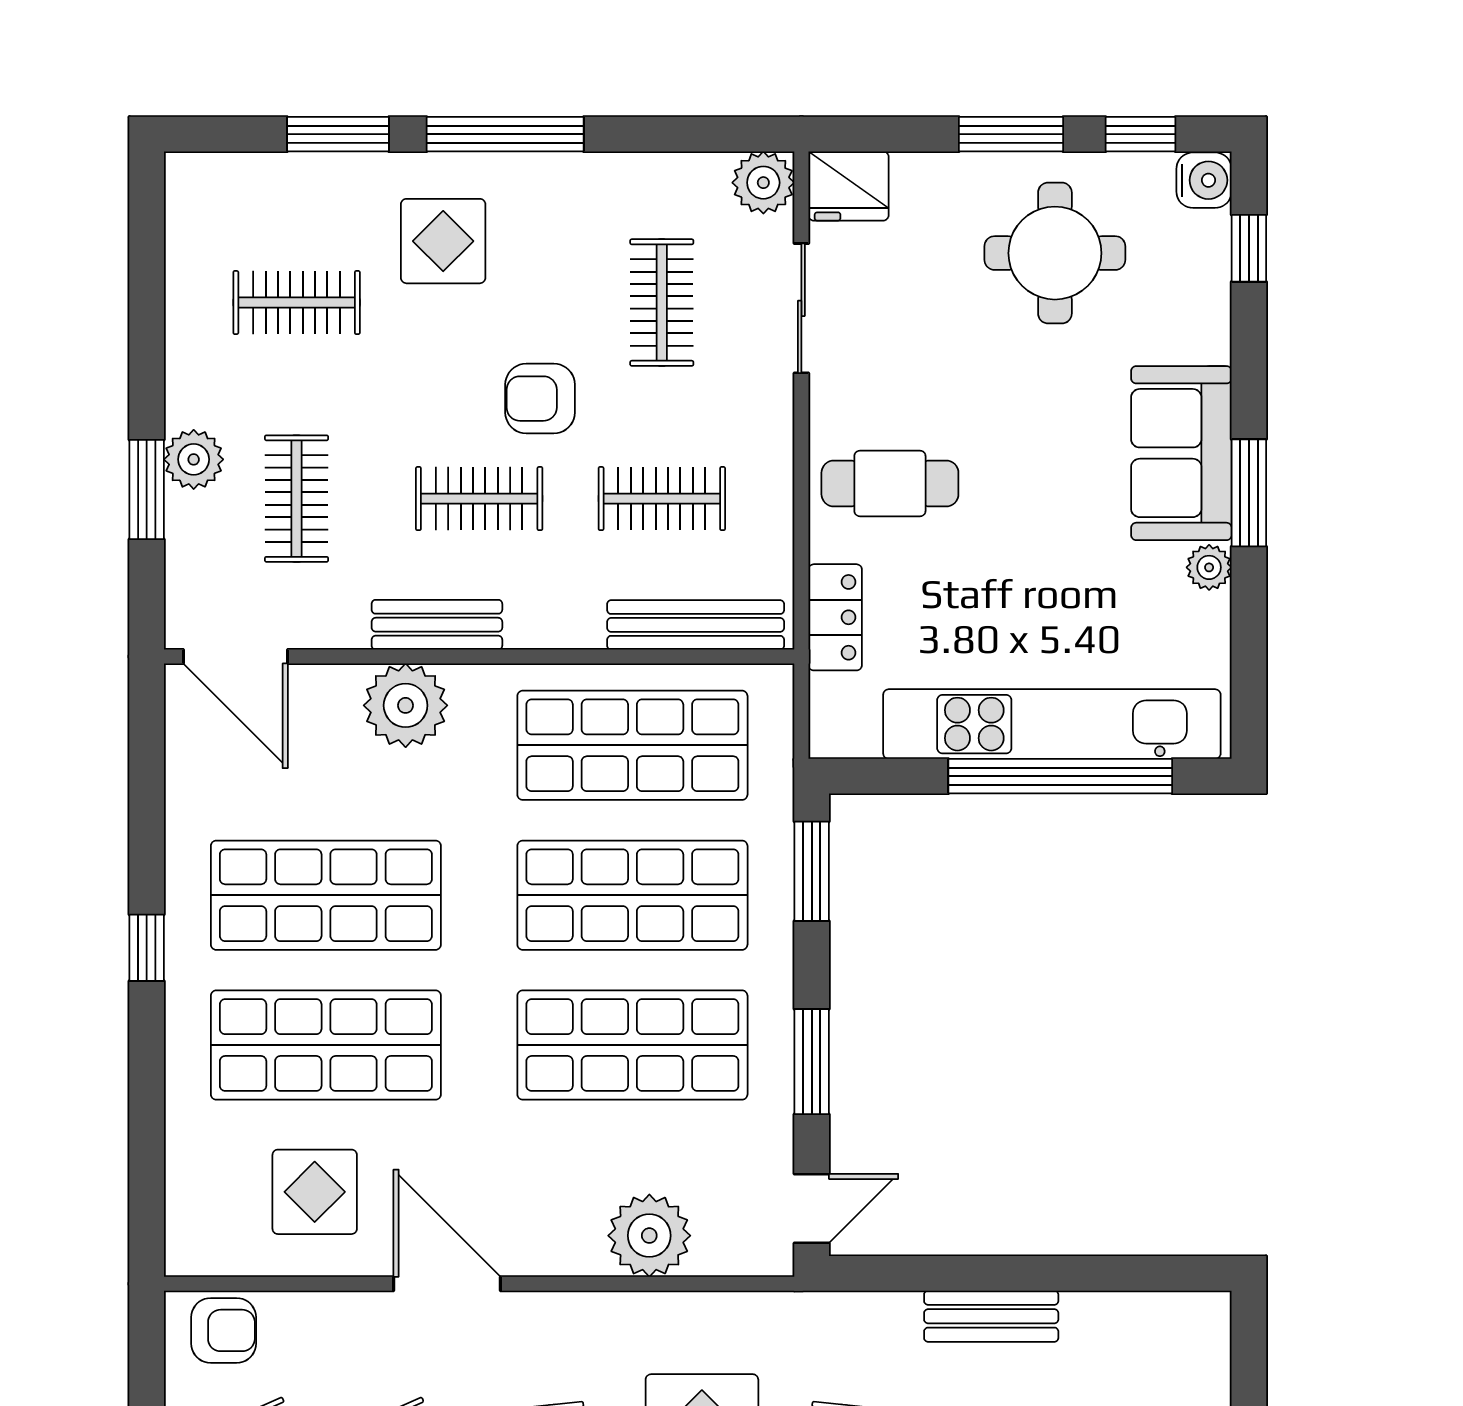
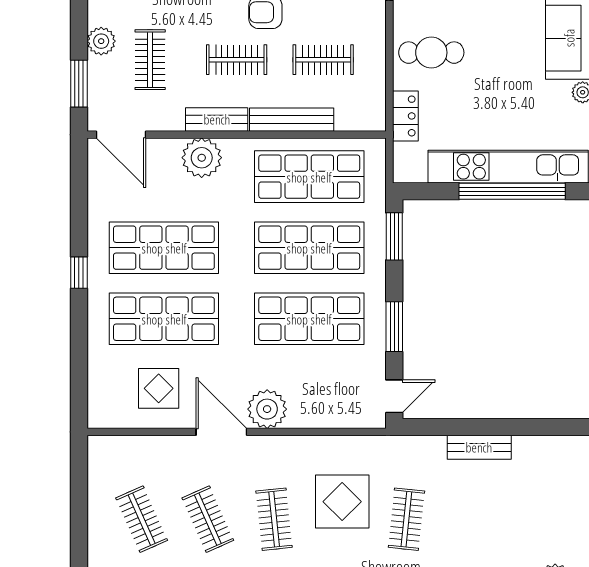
window: (147, 490) -> (79, 84), moved
bench: (696, 625) -> (292, 120), moved
plant: (649, 1236) -> (267, 409), moved
armchair: (224, 1330) -> (115, 454), removed

